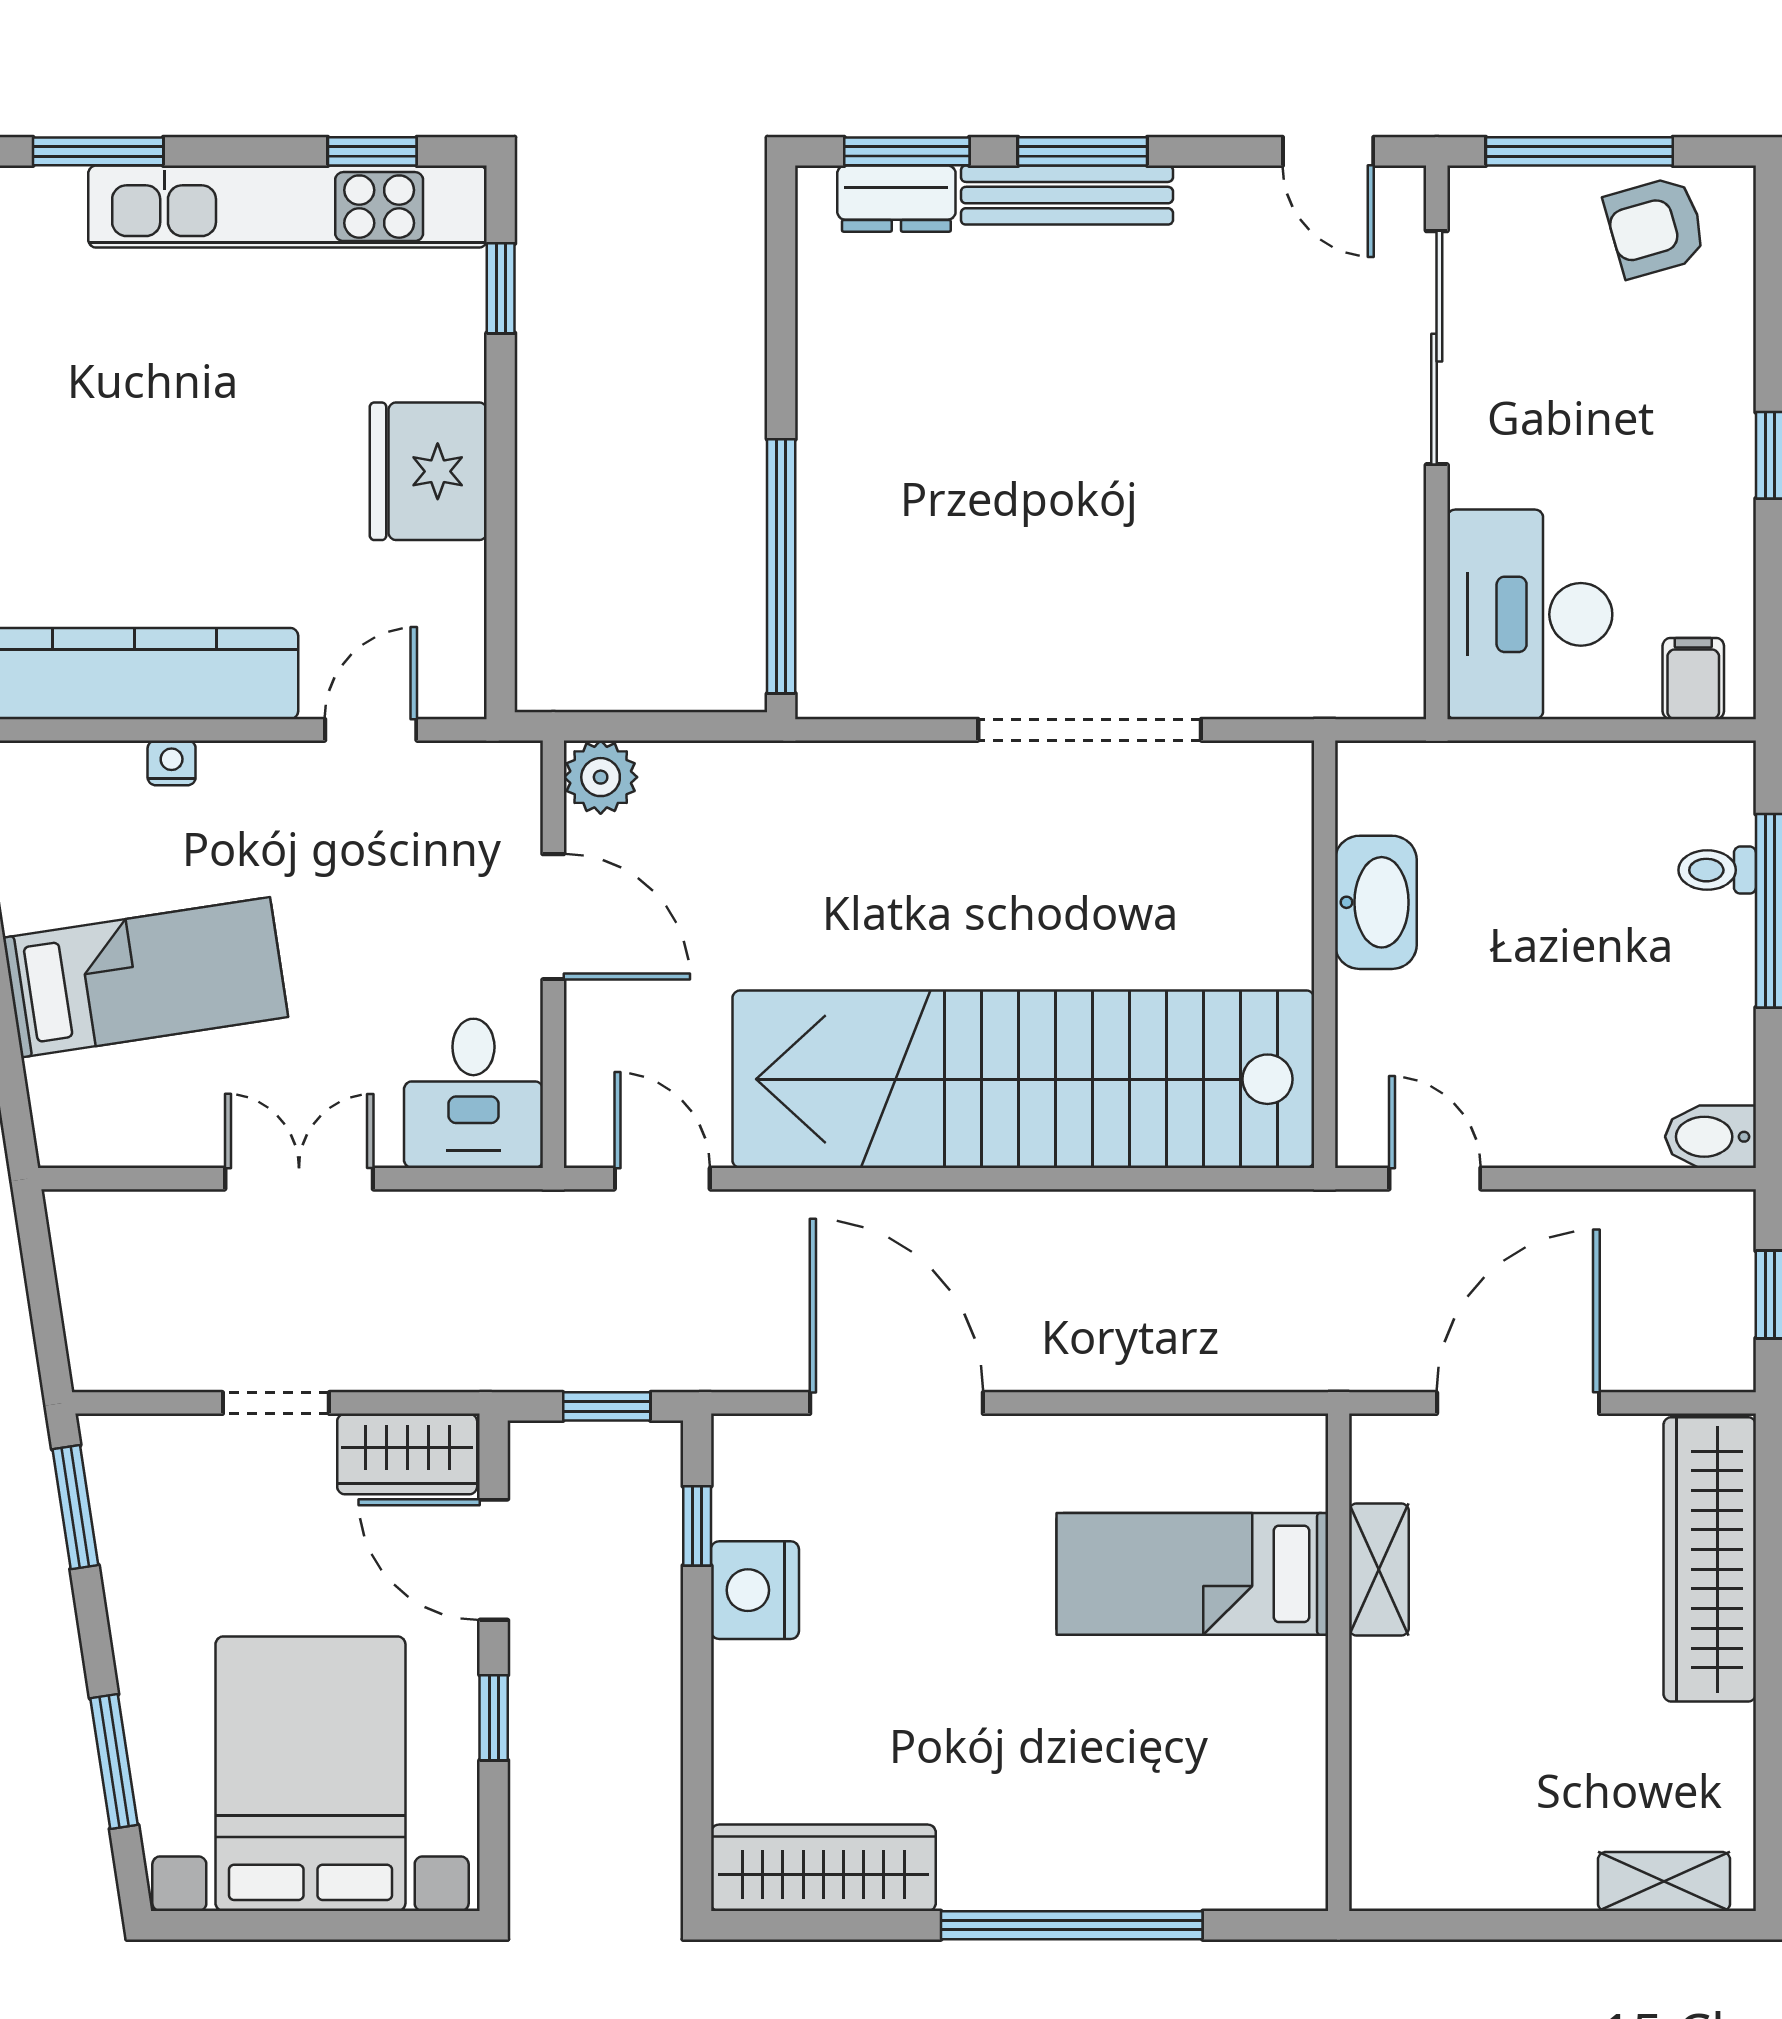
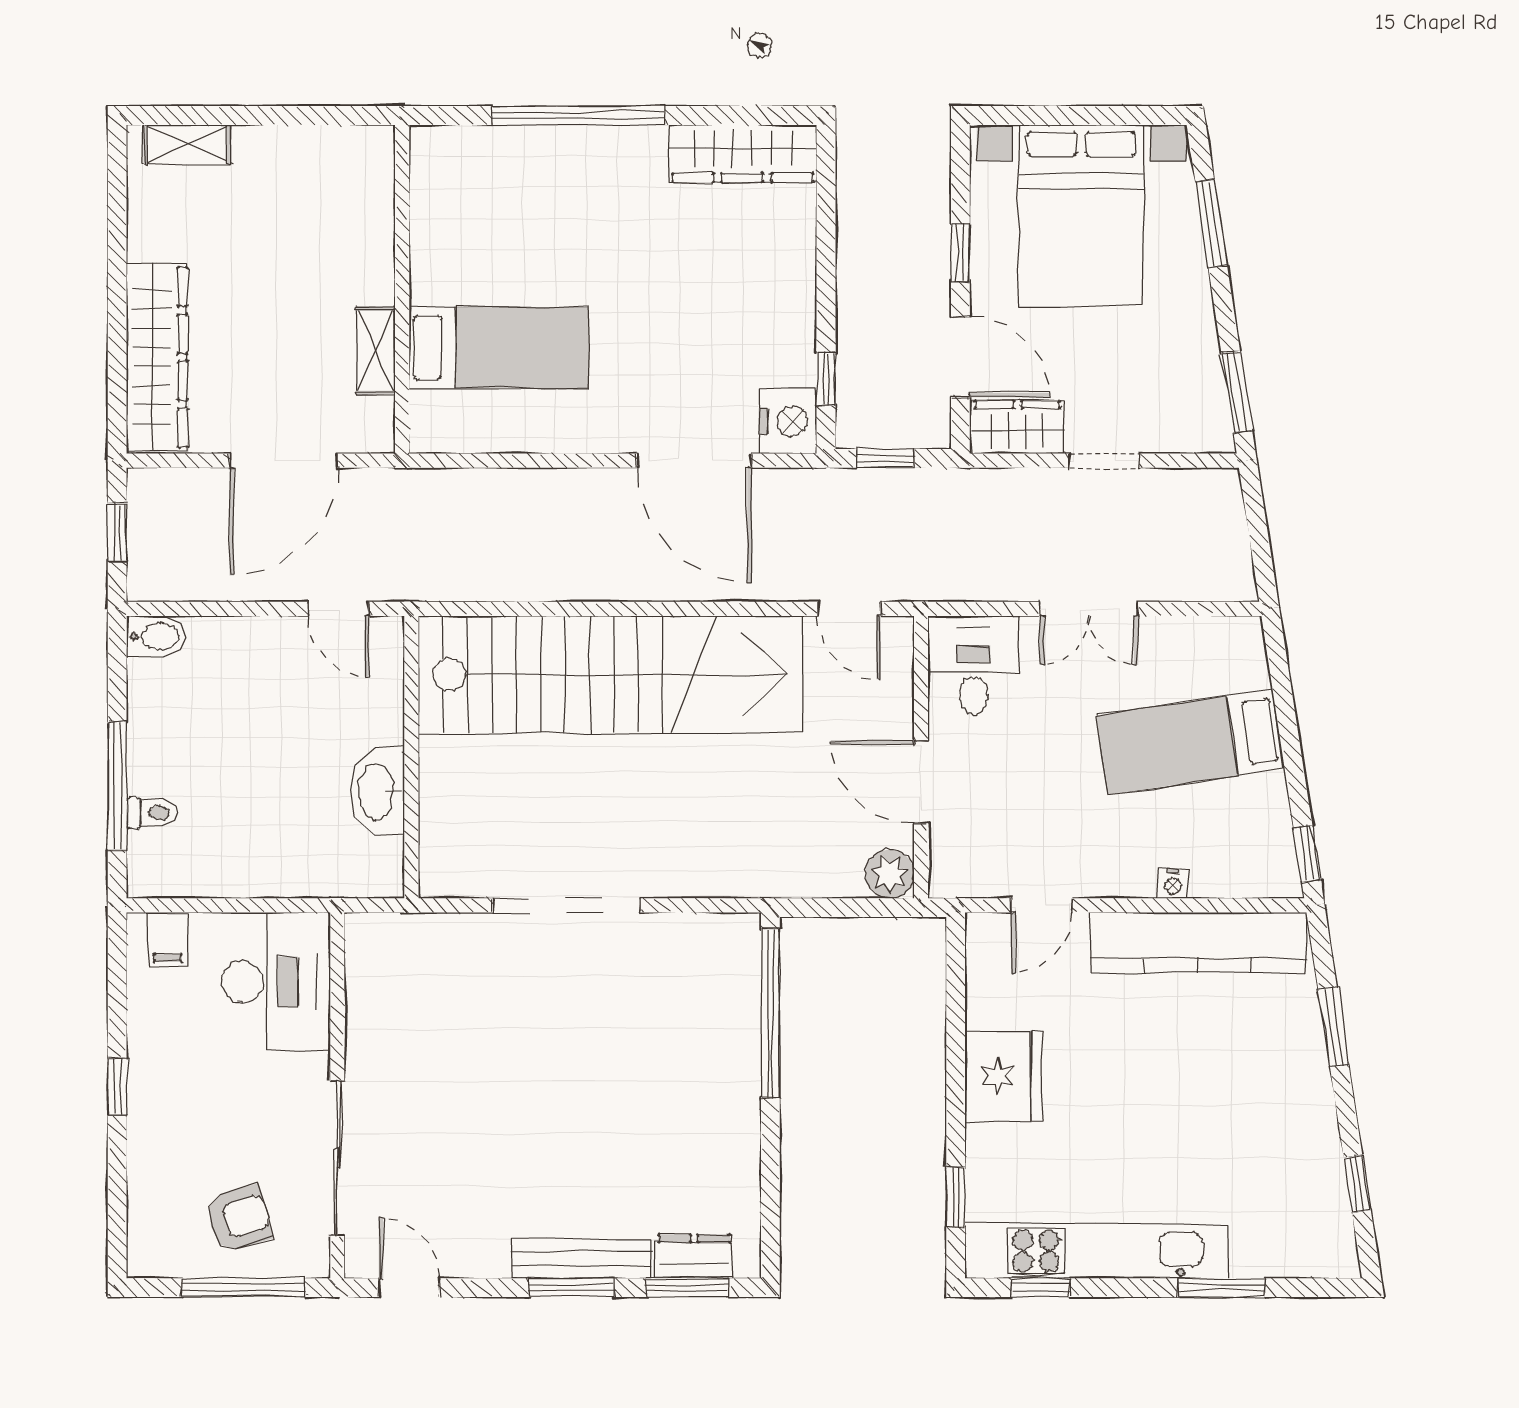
armchair: (1655, 227) -> (239, 1218), moved
nightstand: (755, 1590) -> (788, 421), moved

